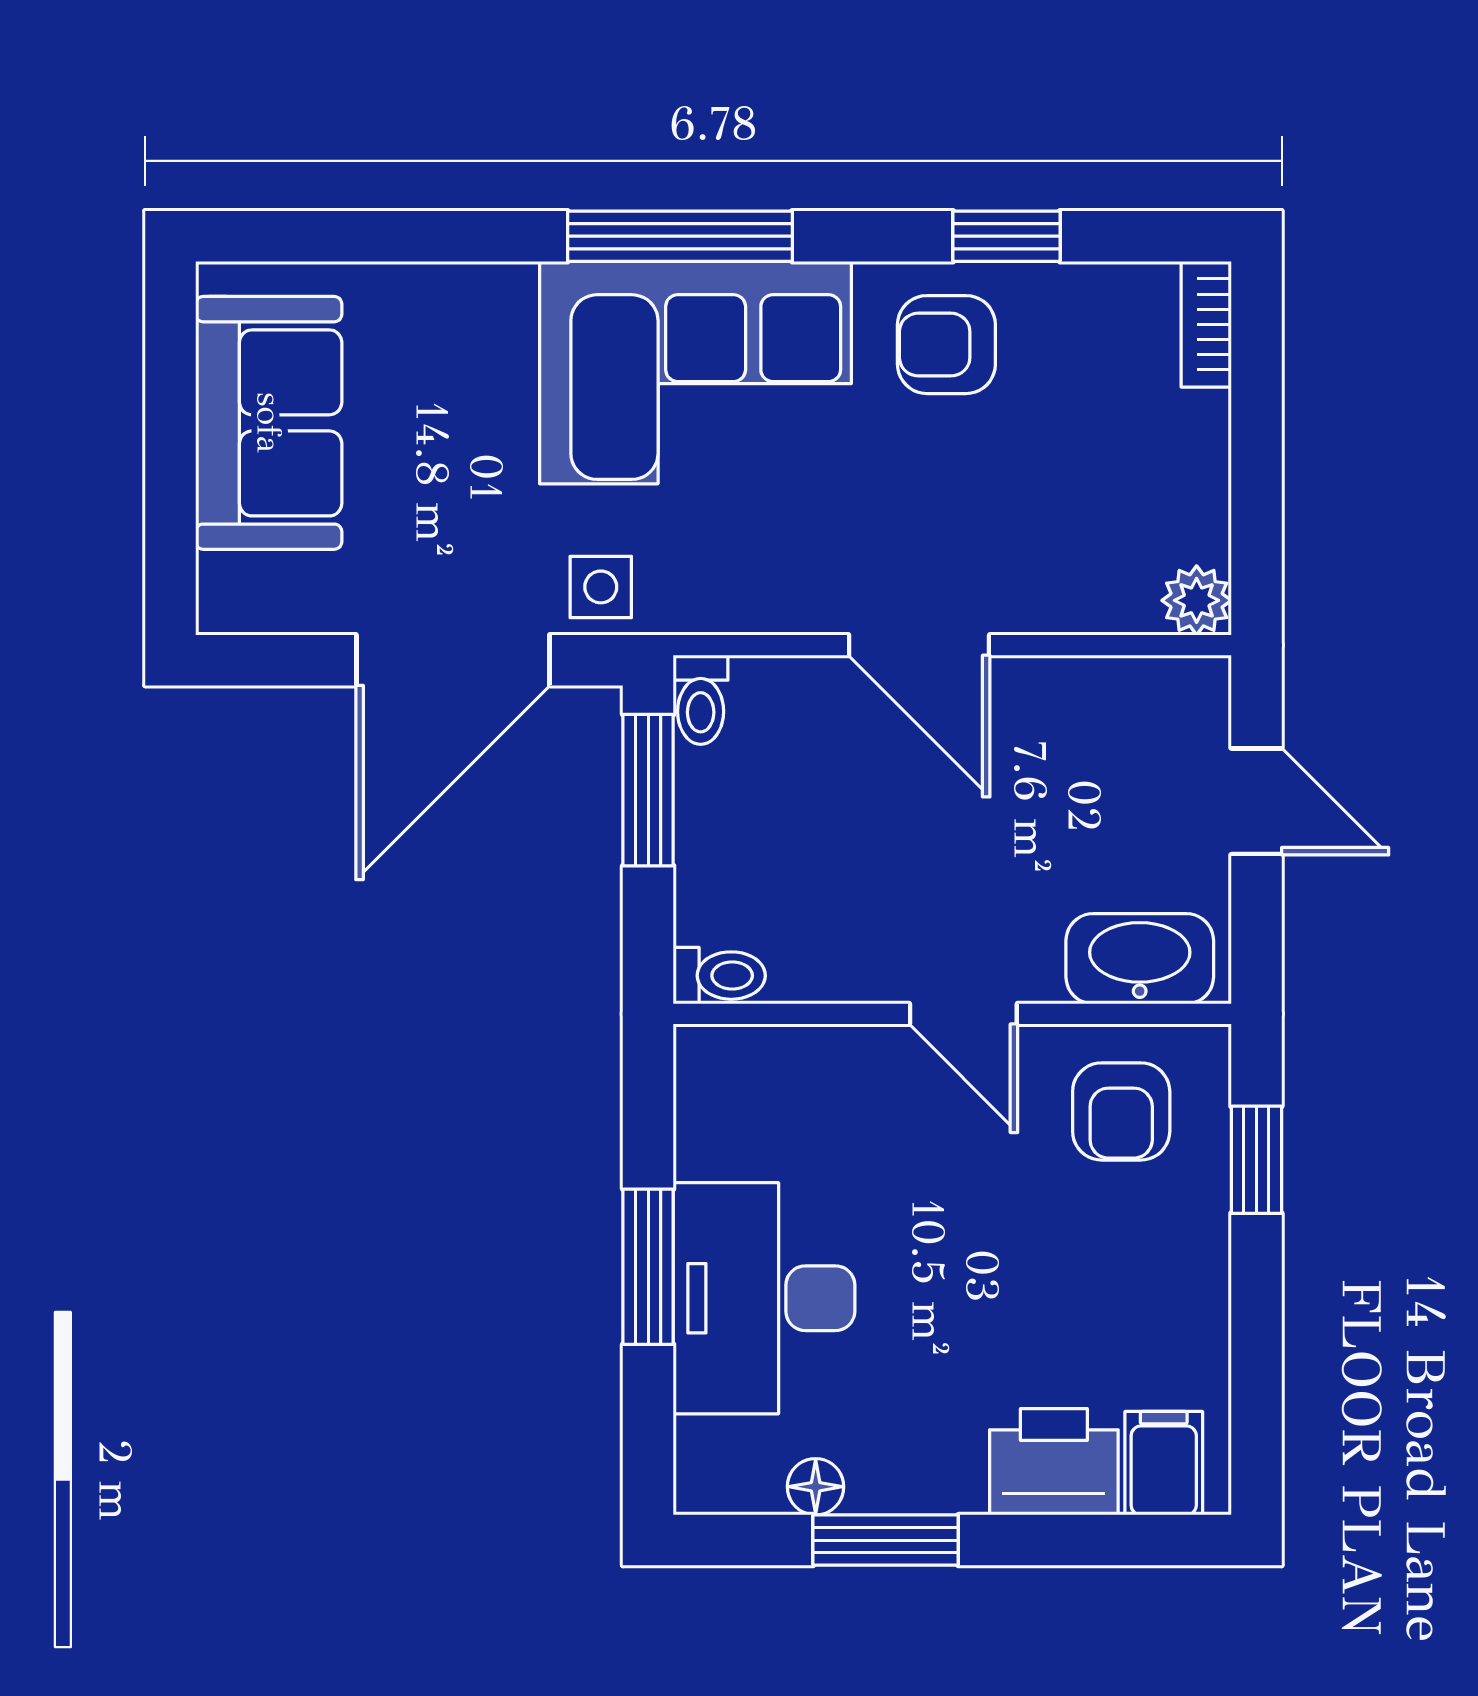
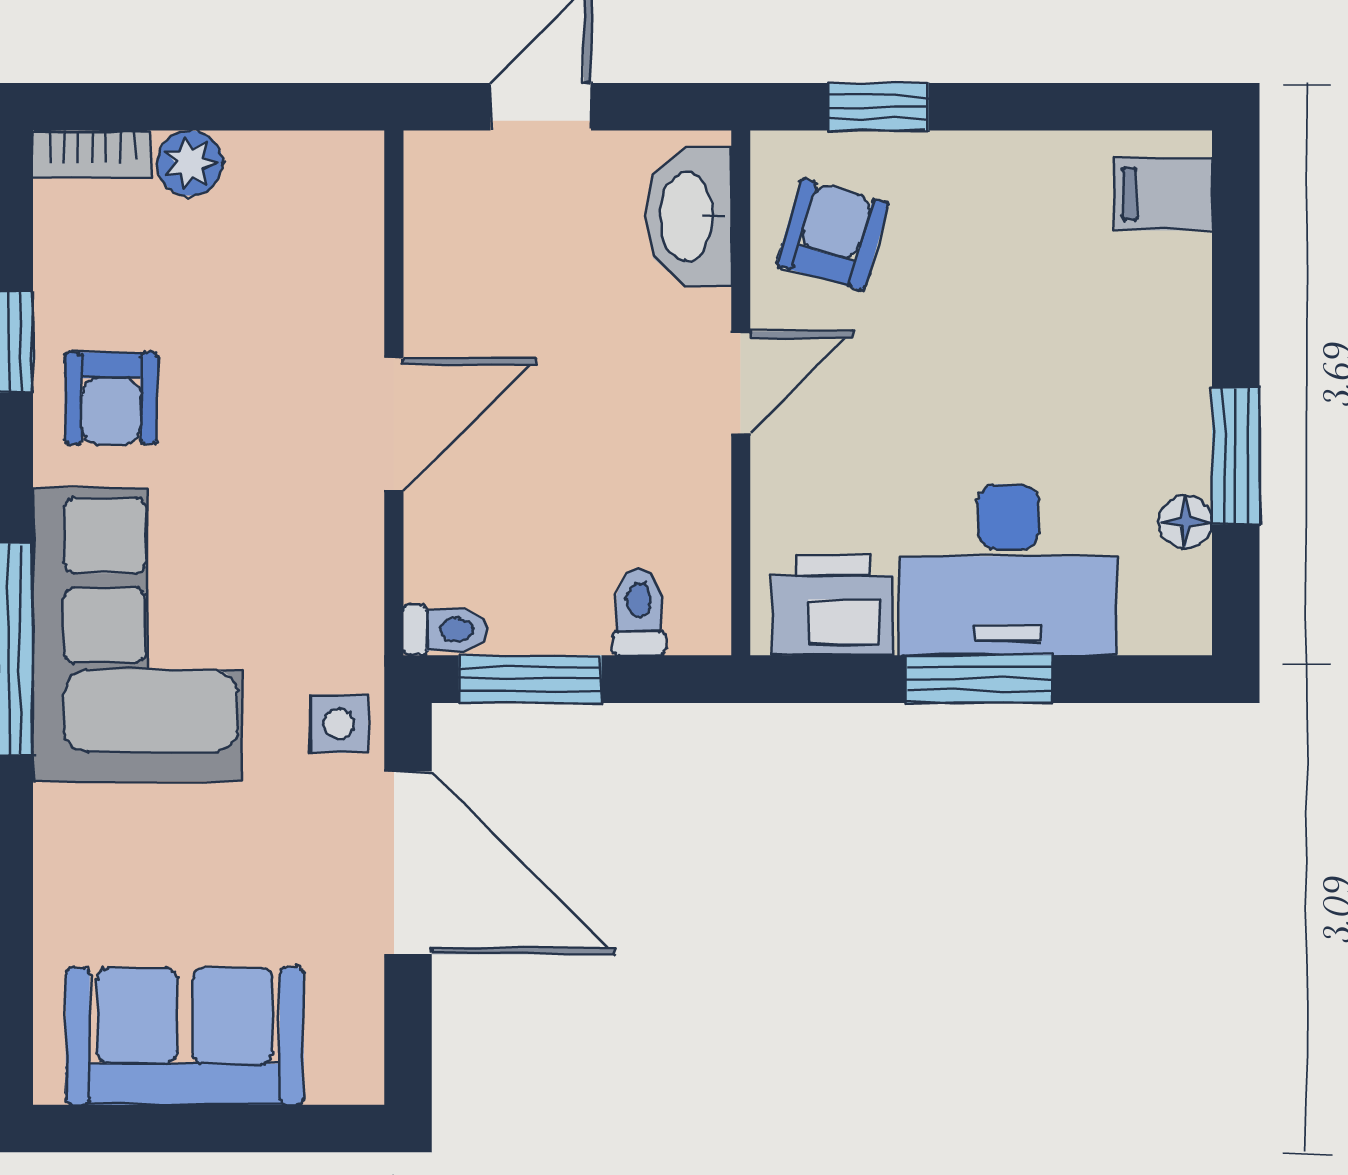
plant: (1197, 600) -> (190, 163), moved
toilet: (719, 976) -> (639, 612), moved
armchair: (1121, 1111) -> (833, 234), turned -74
printer: (1054, 1462) -> (833, 605), moved, turned 90

